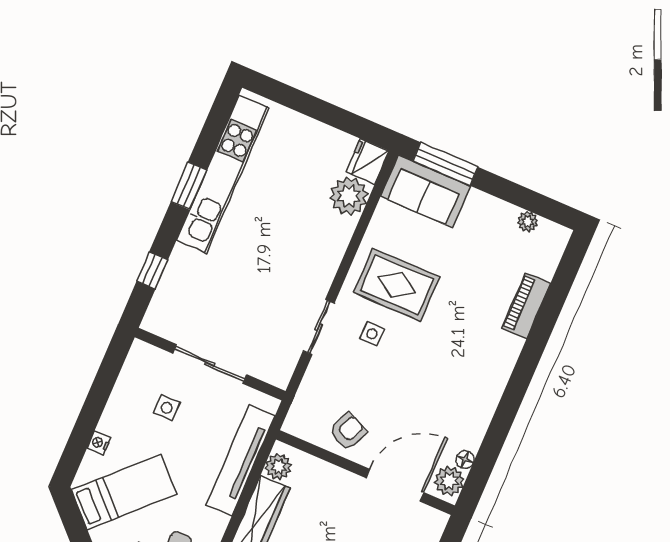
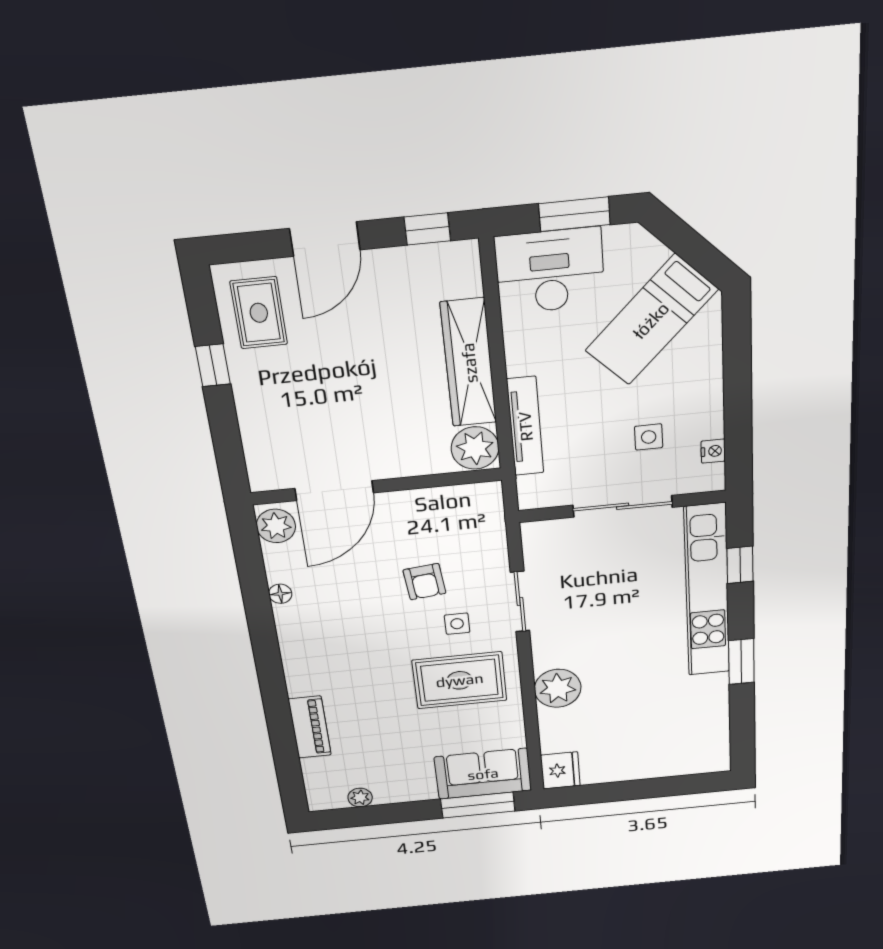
kitchen unit: (223, 174) -> (707, 591), moved
plant: (349, 196) -> (558, 688), moved
armchair: (348, 431) -> (424, 582), moved, turned -30
nightstand: (99, 443) -> (713, 451), moved
tv unit: (241, 460) -> (525, 426), width x0.73, depth x0.78
floor lamp: (465, 460) -> (280, 594), moved
plant: (278, 467) -> (475, 448), width x1.36, depth x1.36

